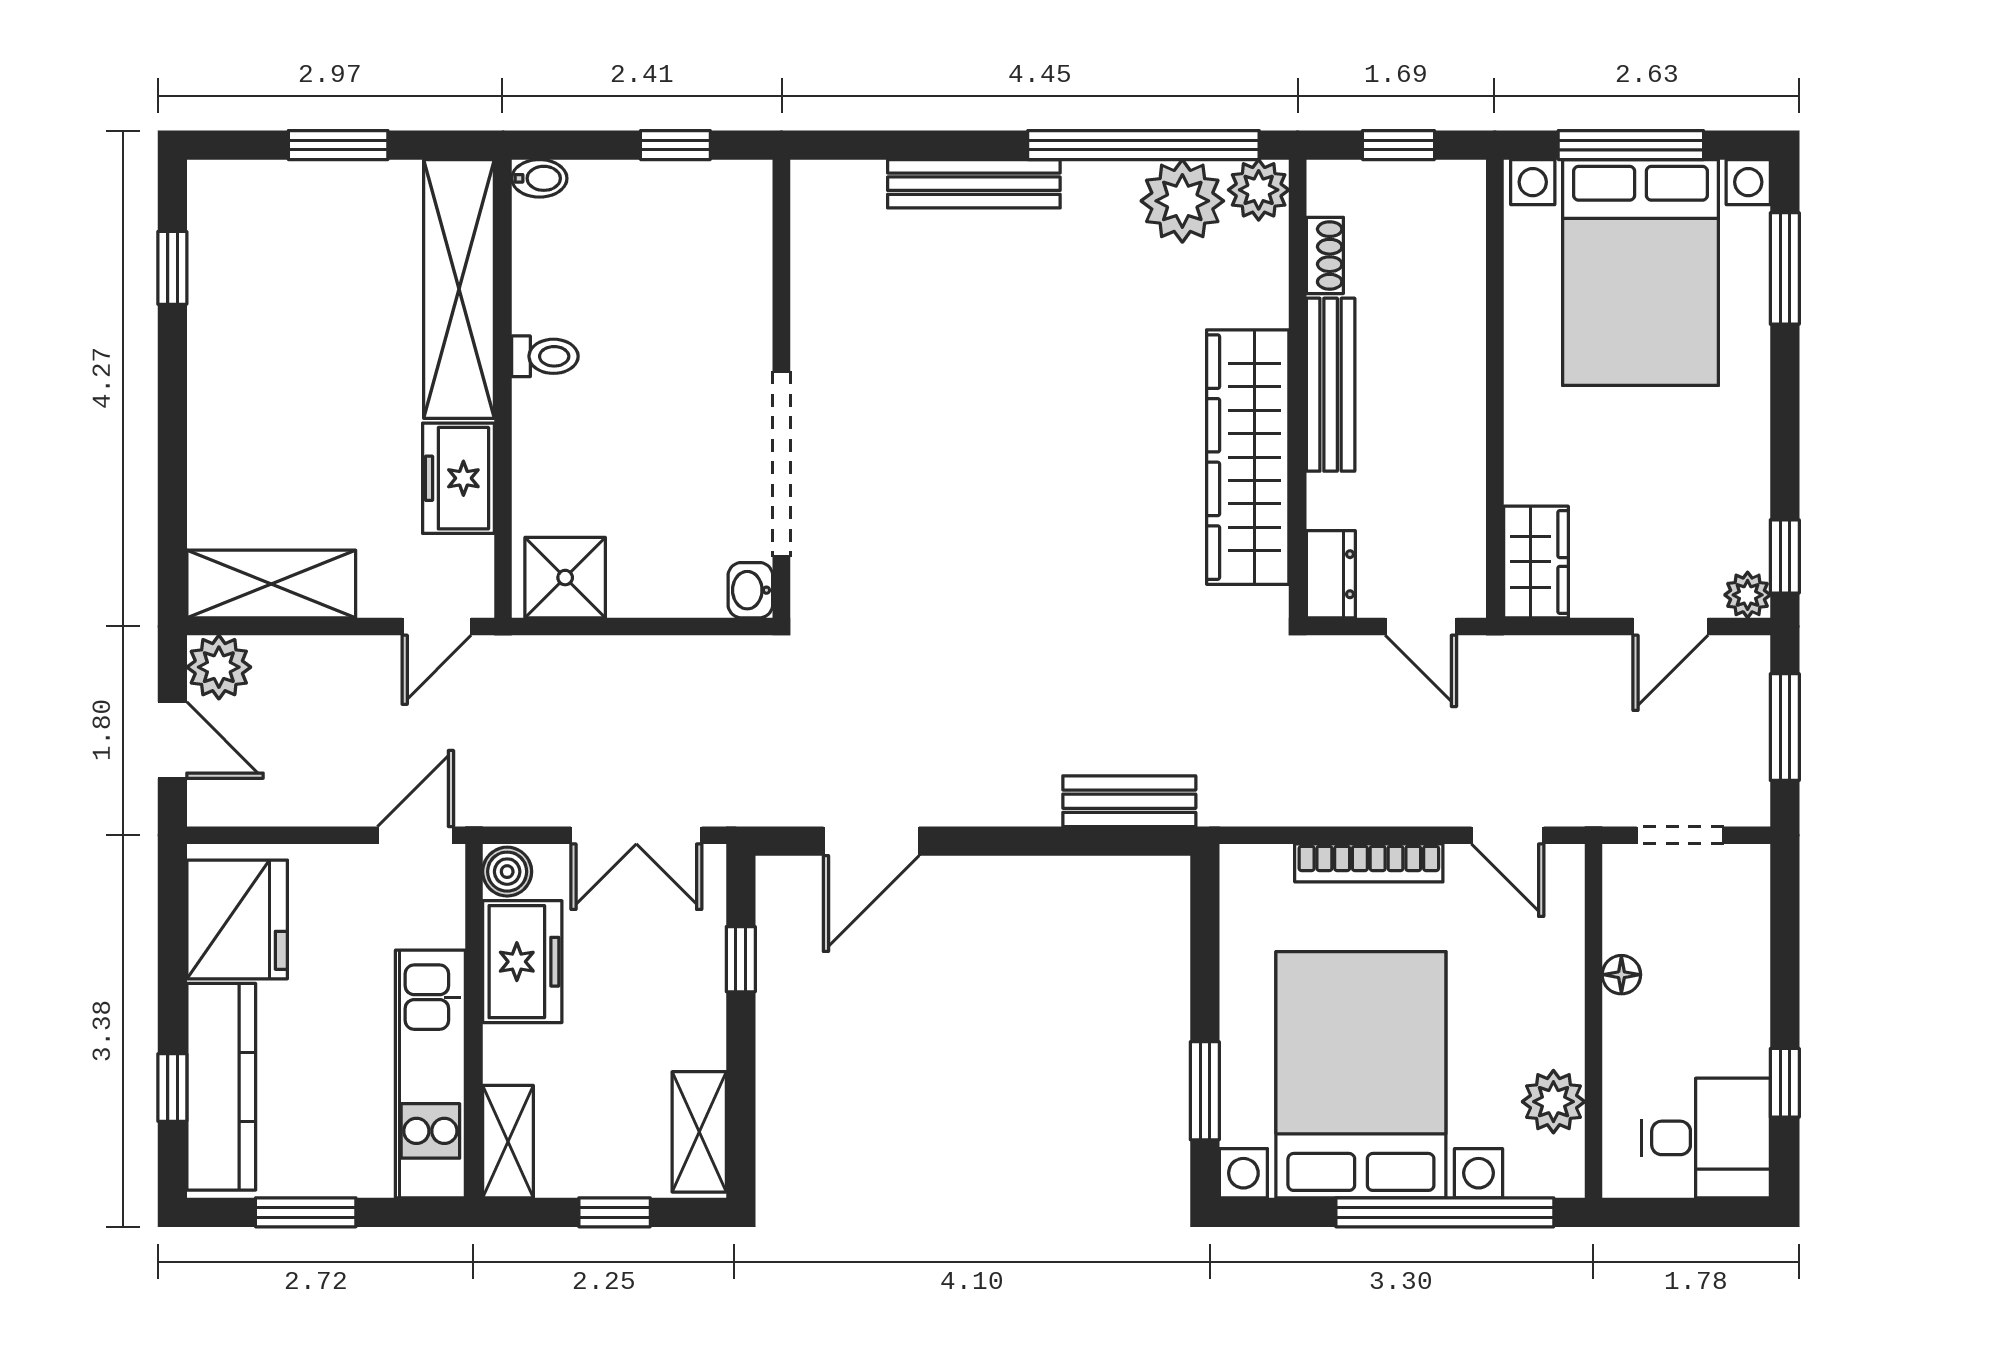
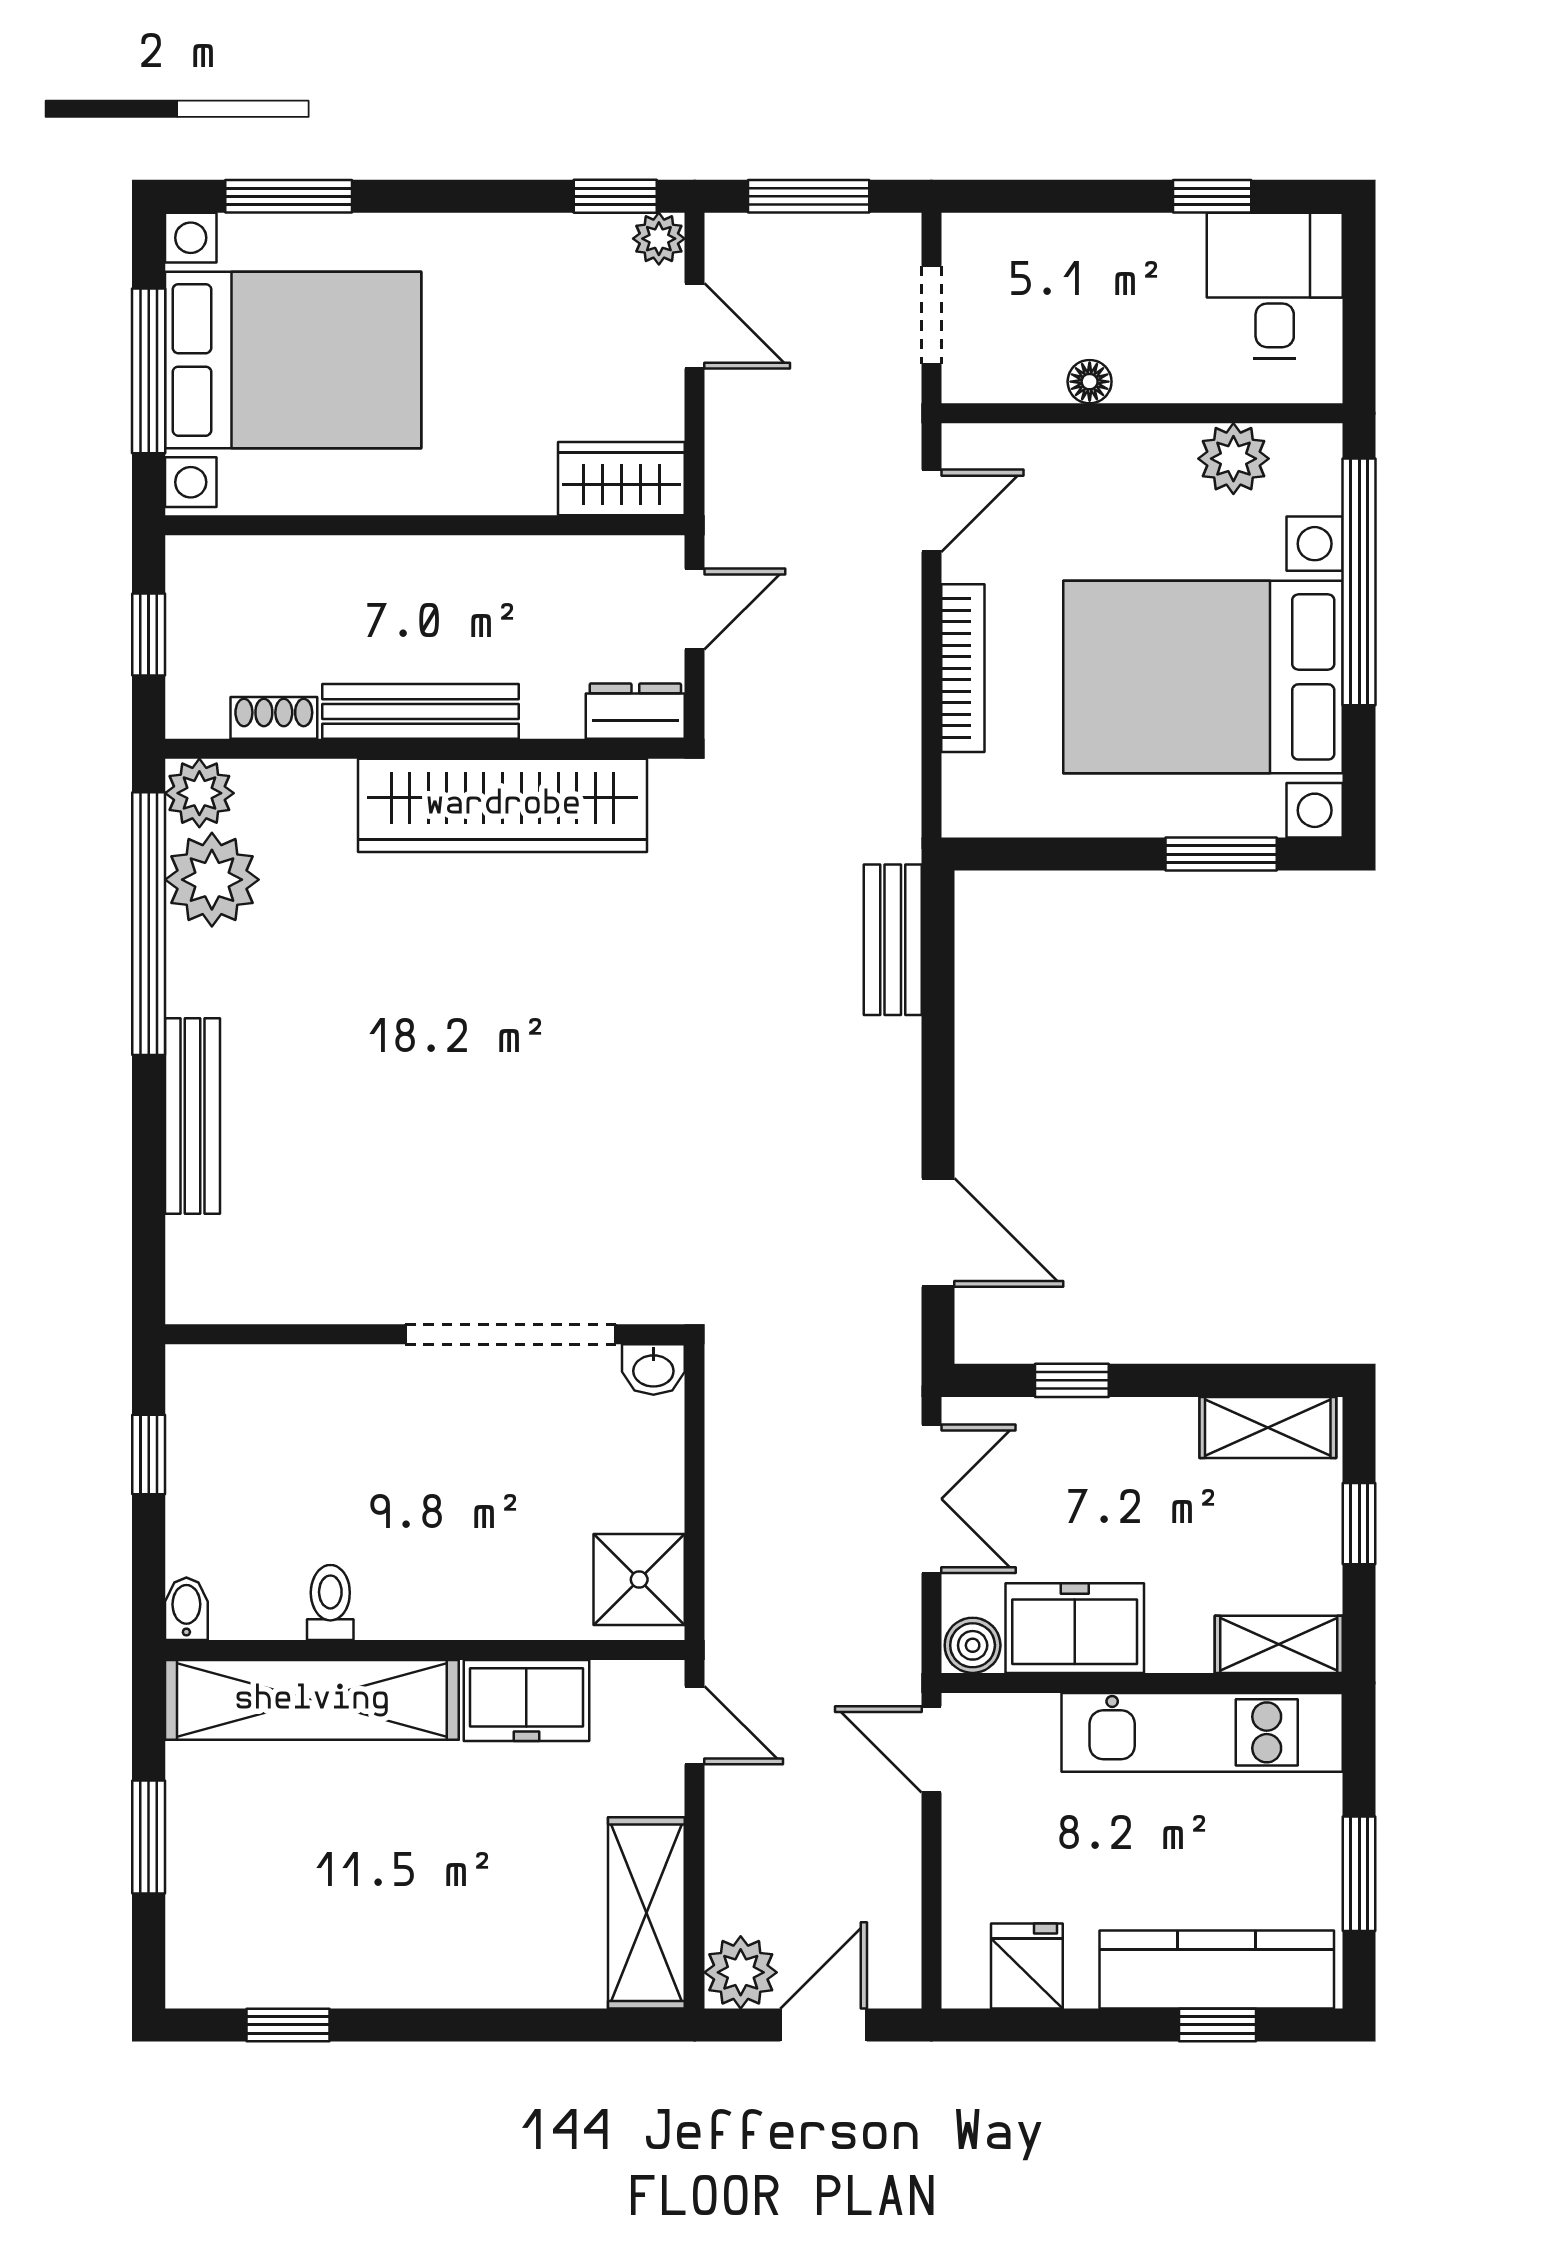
toilet: (545, 356) -> (330, 1603), moved
fridge: (237, 919) -> (1027, 1966), width x0.53, depth x0.75

